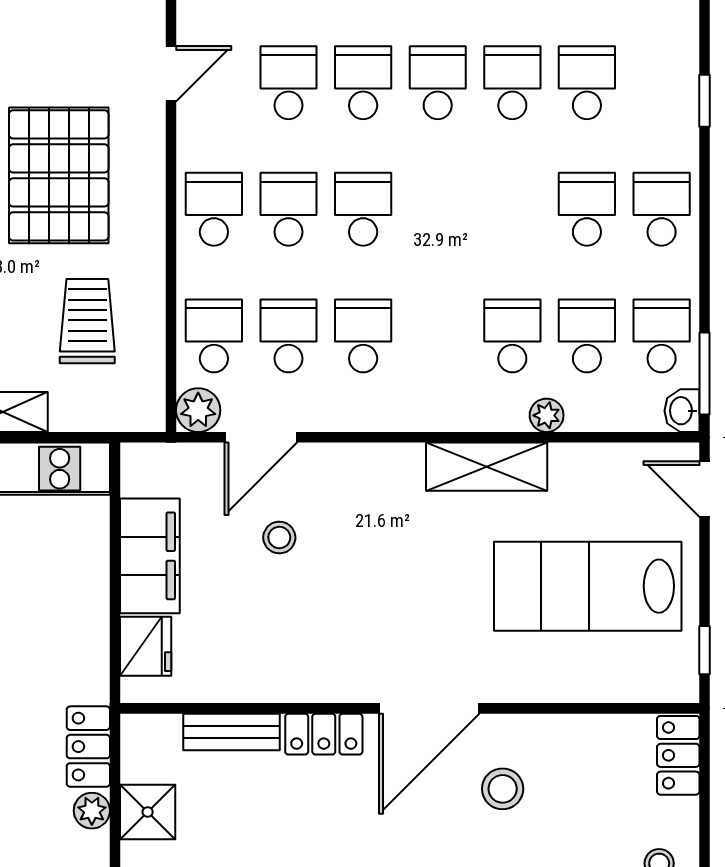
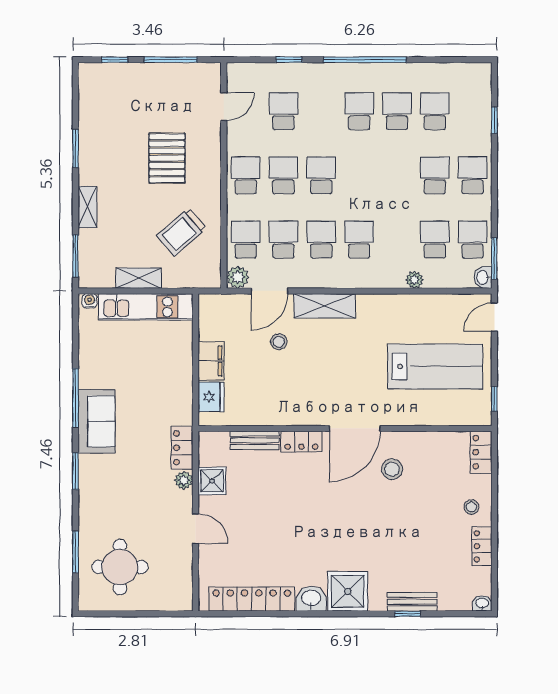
school desk: (363, 83) -> (321, 111), removed
pallet: (59, 175) -> (167, 158), width x0.73, depth x0.71
trolley: (87, 321) -> (181, 232), turned -131
school desk: (512, 336) -> (359, 240), moved
shelving: (487, 467) -> (325, 306), moved
door: (704, 489) -> (494, 317), hinge flipped
filing cabinet: (150, 556) -> (211, 361), width x0.67, depth x0.86
lab bench: (588, 586) -> (435, 366), turned 180

